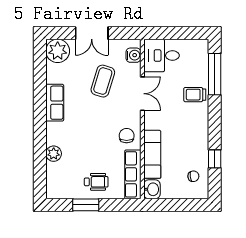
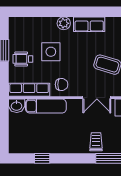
side table: (87, 148) -> (51, 52), added
plant: (54, 154) -> (64, 23), moved
chair: (193, 176) -> (27, 141), removed
wheelchair: (96, 182) -> (23, 59), turned 90

